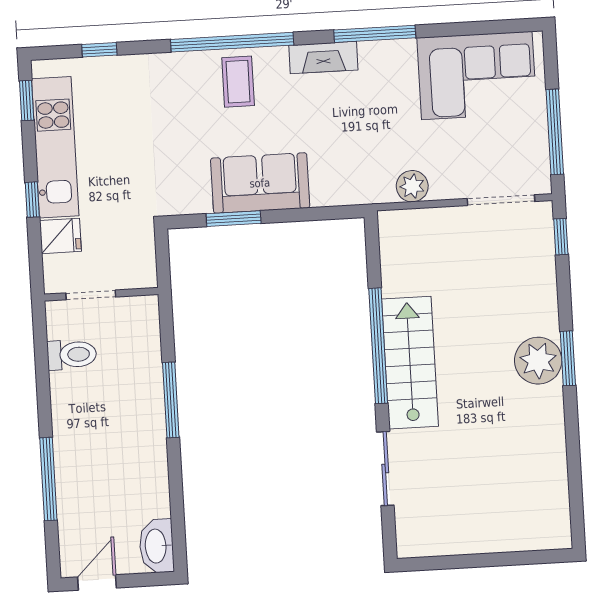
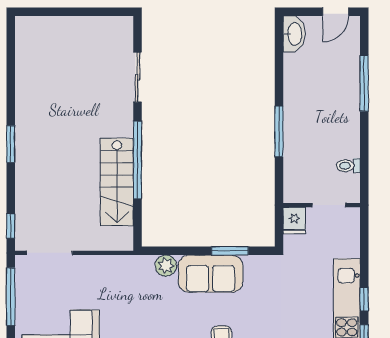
plant: (412, 186) -> (166, 266), moved
window: (32, 200) -> (364, 299), moved
fridge: (60, 236) -> (294, 221), moved, turned -90
toilet: (72, 355) -> (348, 166), width x0.73, depth x0.72
plant: (538, 361) -> (31, 144), removed
stairs: (410, 363) -> (117, 182), moved

